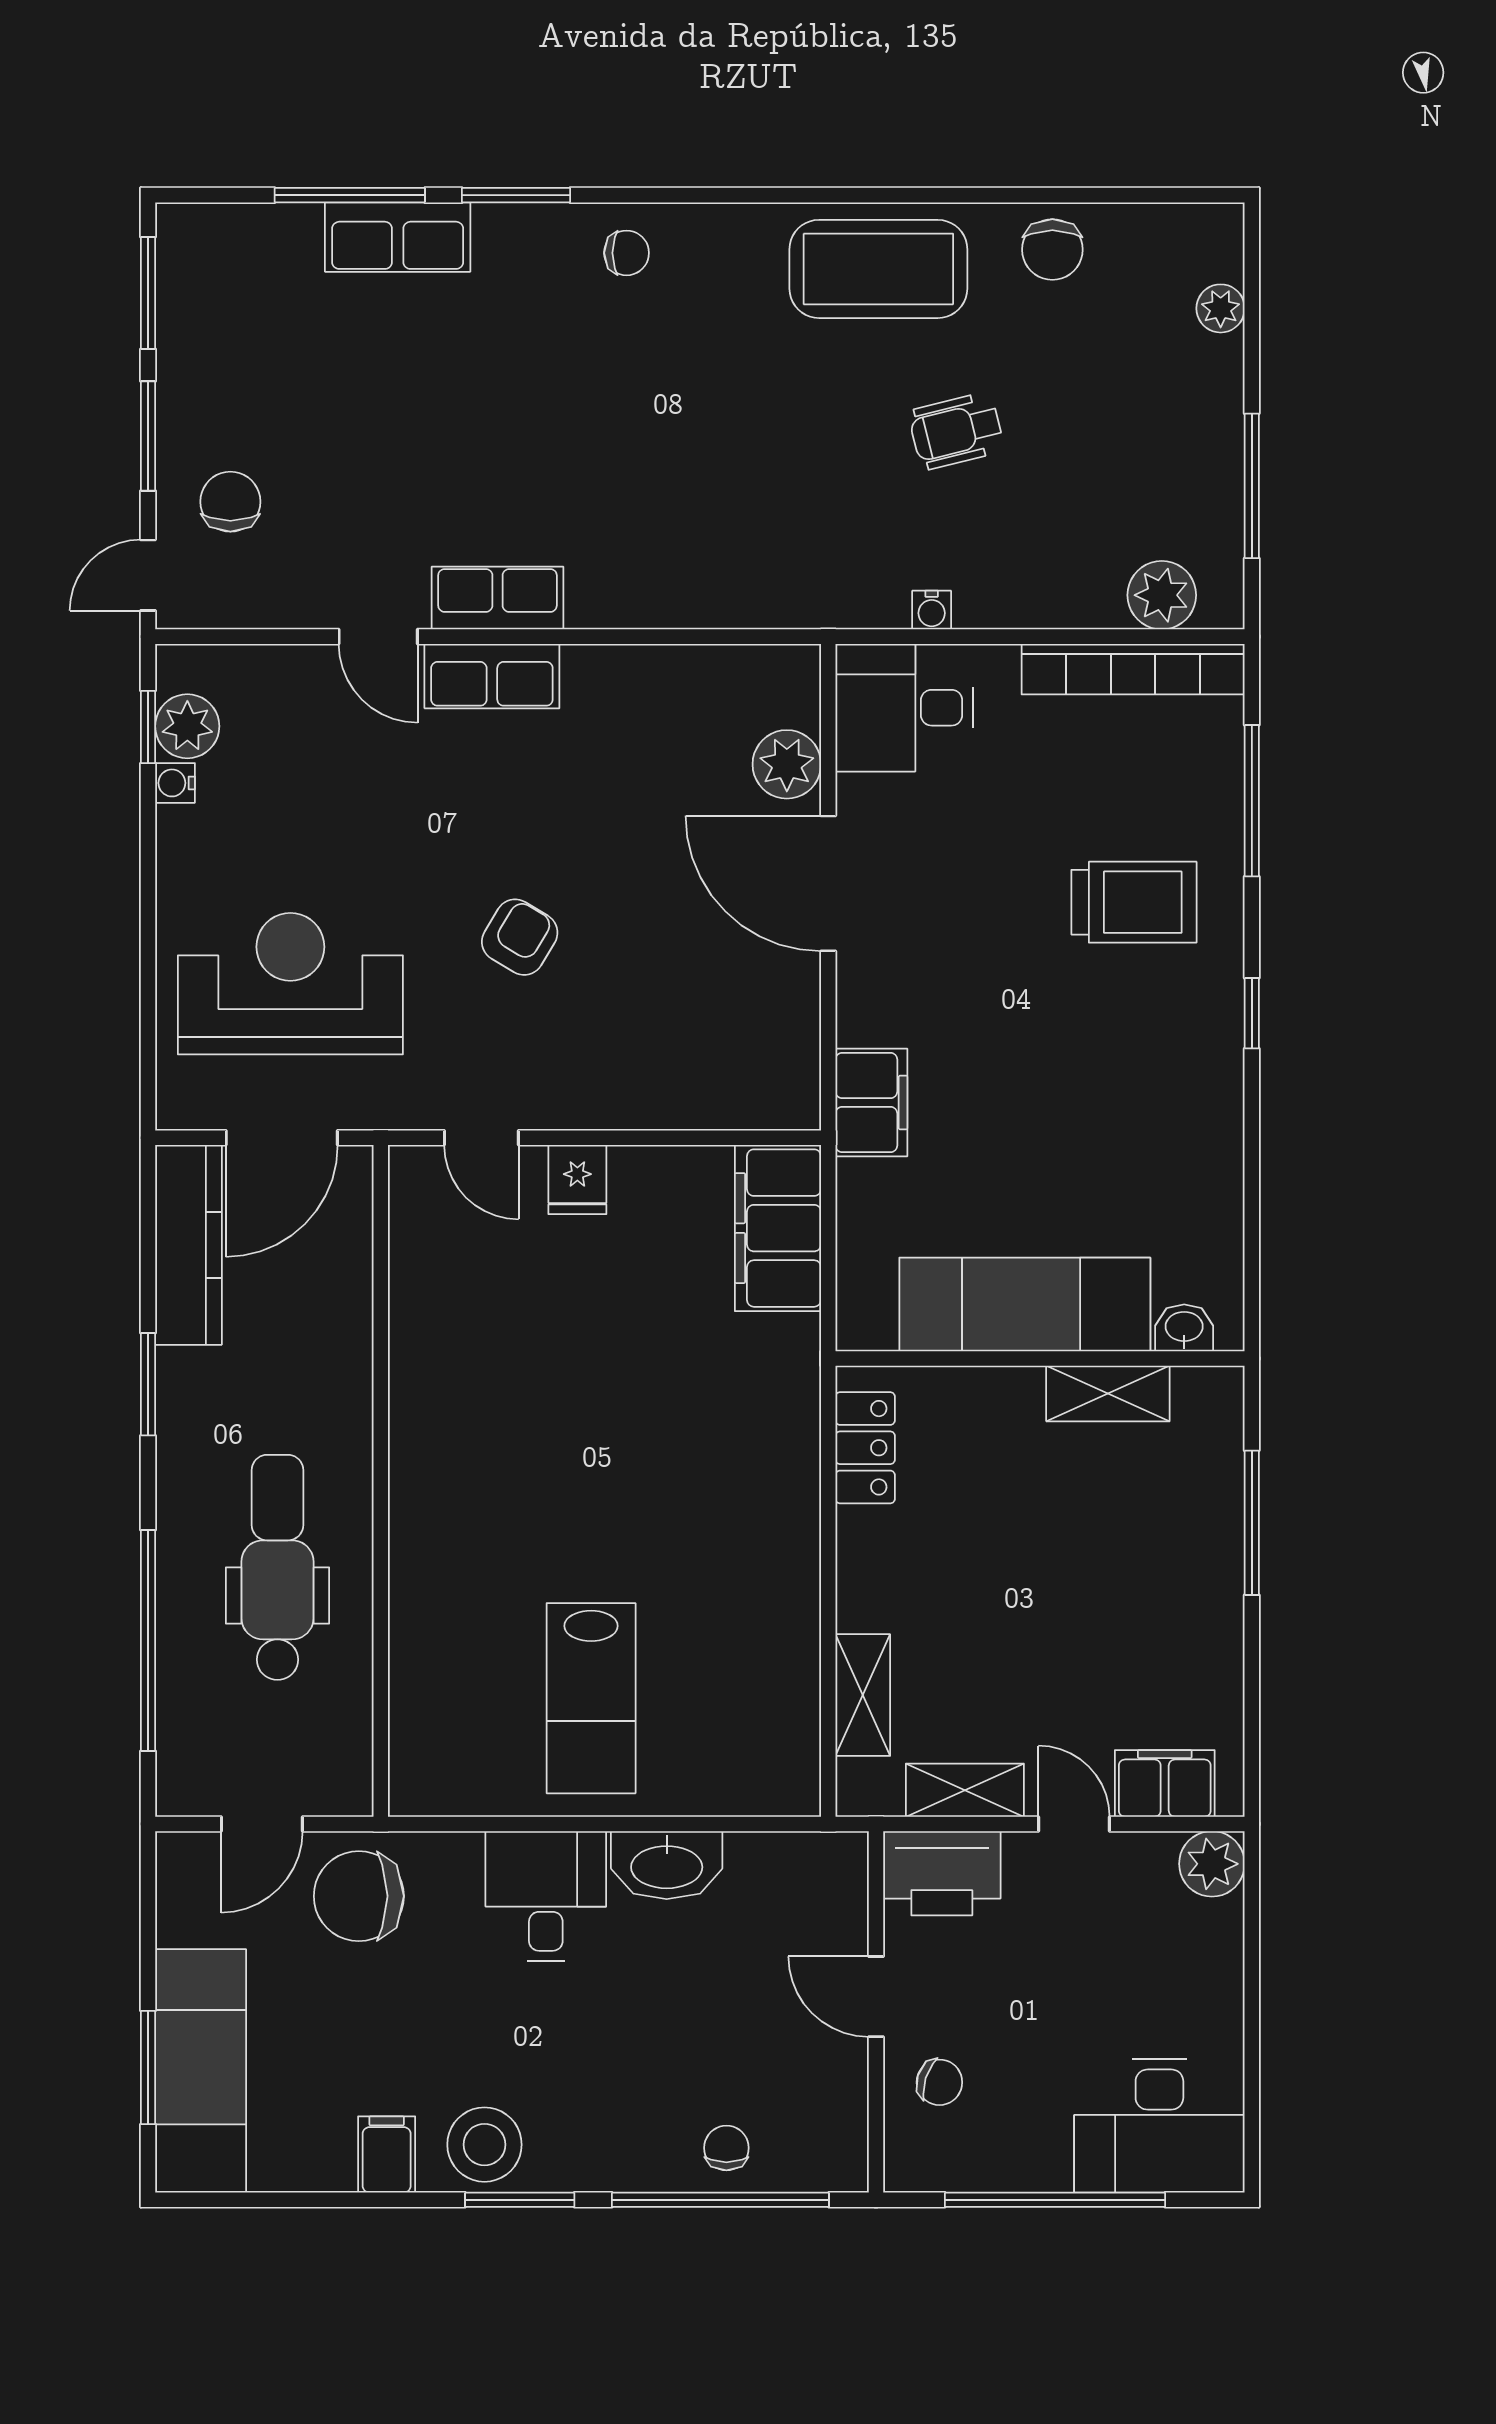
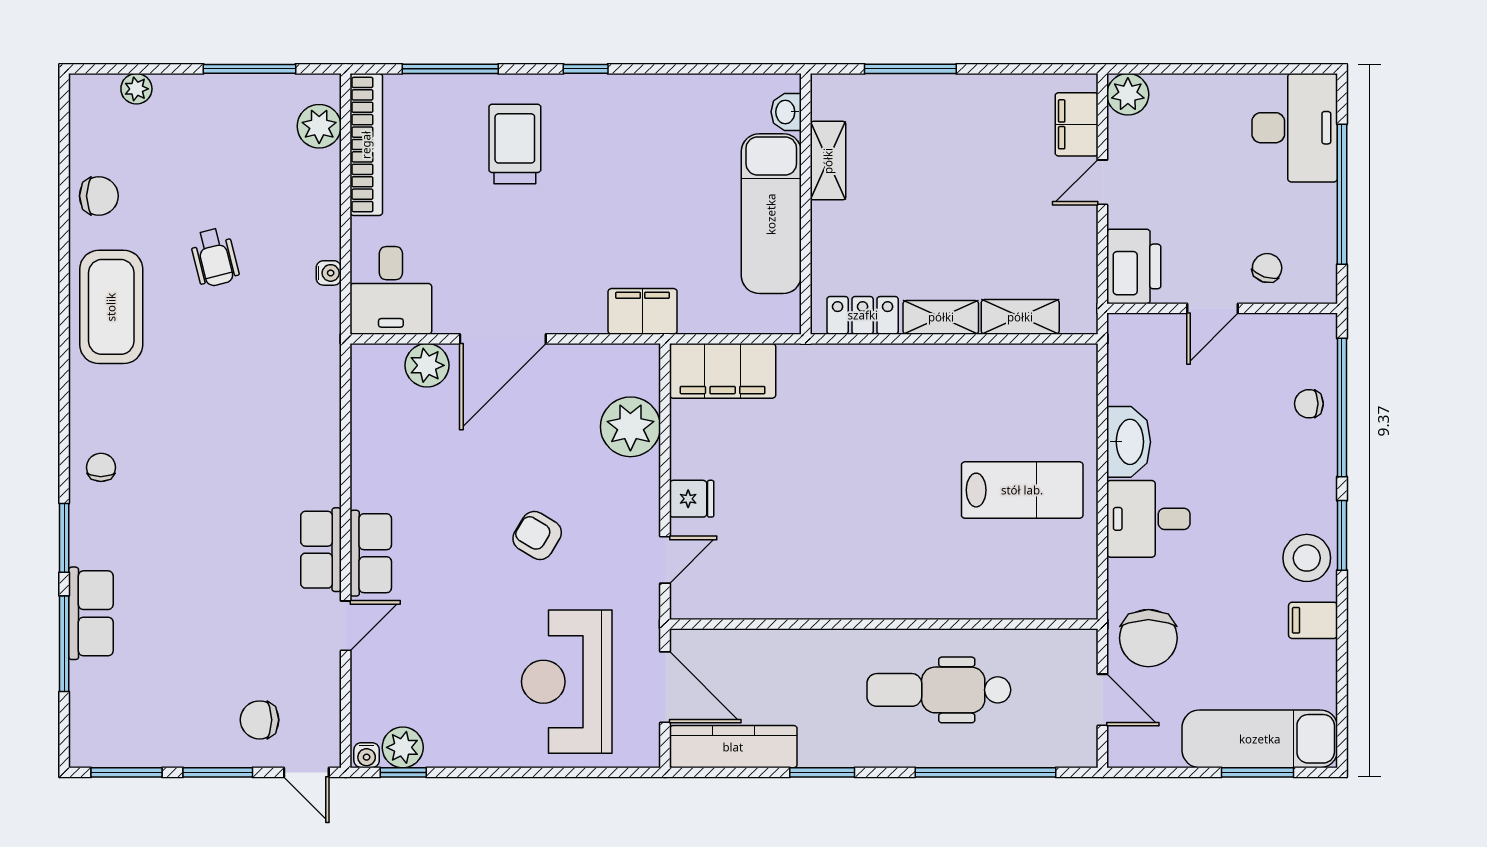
water cooler: (175, 783) -> (367, 755), moved
plant: (690, 1084) -> (630, 427), added
shelving: (965, 1790) -> (941, 317), moved, turned 90

